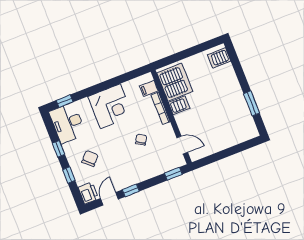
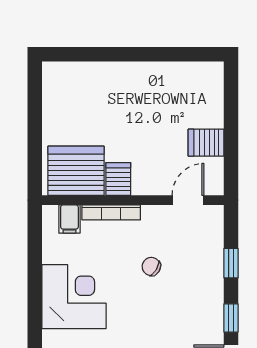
server rack: (219, 58) -> (206, 143), moved, turned 90
window: (252, 103) -> (163, 54), removed
window: (173, 174) -> (231, 263), moved

